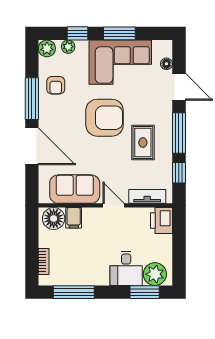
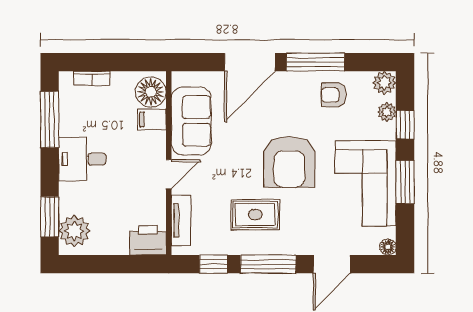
floor lamp: (166, 64) -> (388, 247), moved
desk: (126, 268) -> (82, 159), moved

